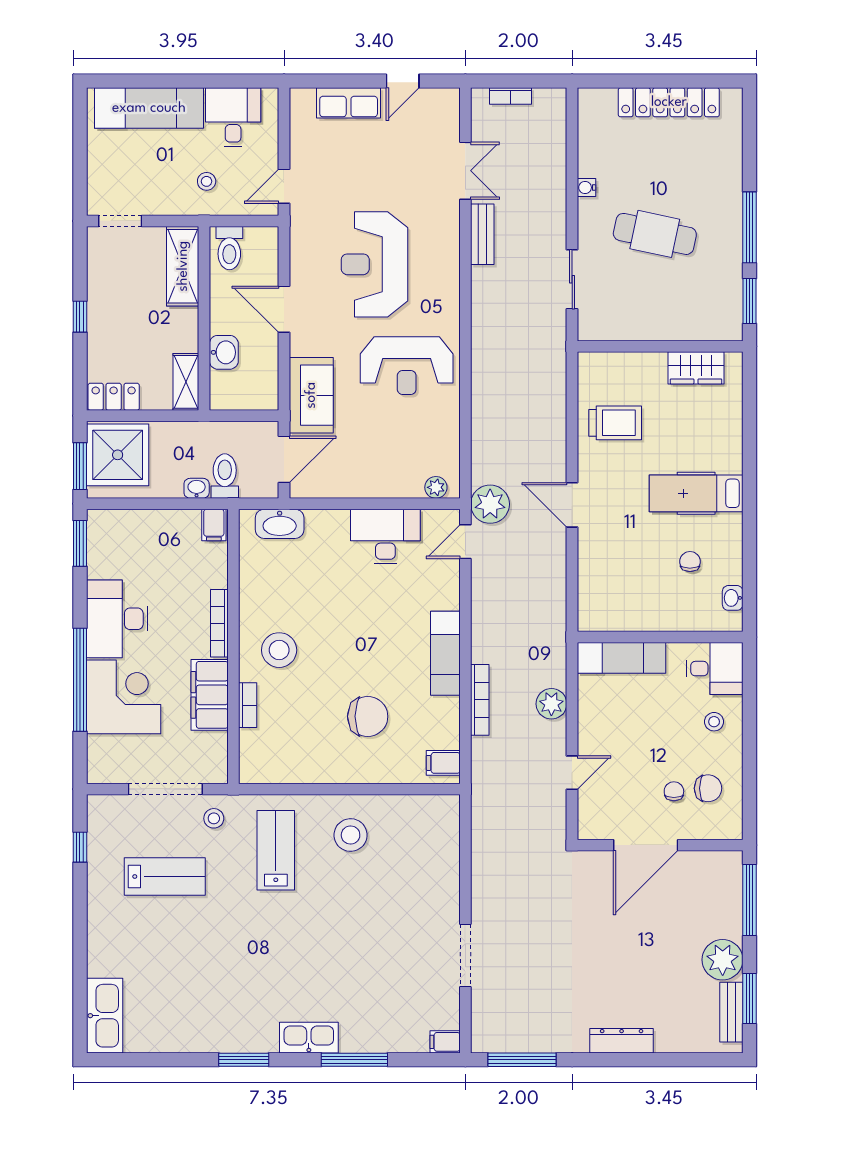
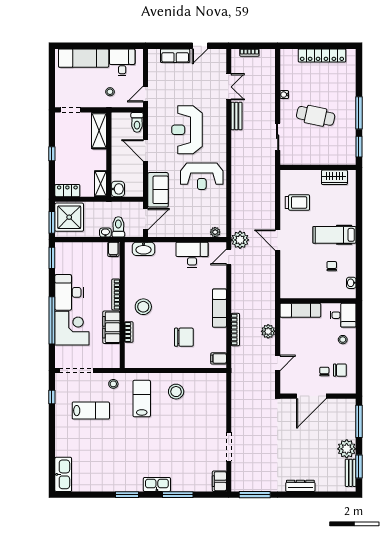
toilet: (229, 248) -> (137, 122), moved
washbasin: (224, 352) -> (118, 189), moved
doorway: (165, 789) -> (77, 370), moved
filing cabinet: (445, 1042) -> (219, 481), width x2.00

